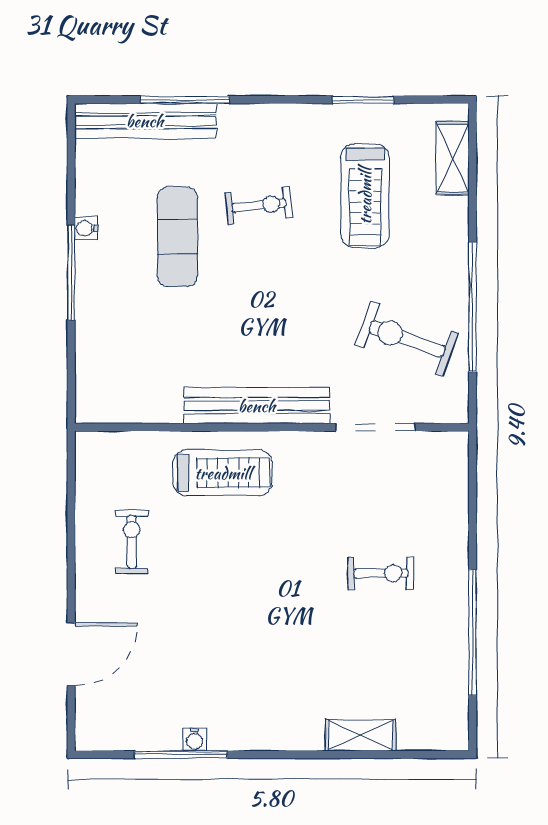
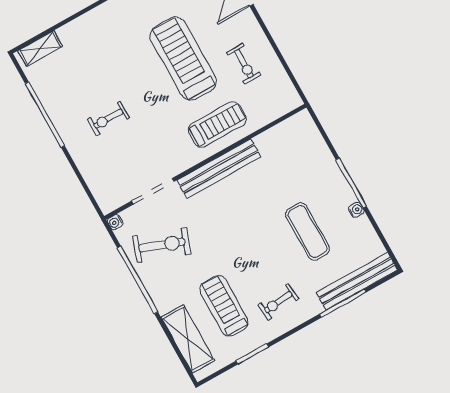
shelving: (453, 158) -> (188, 339), width x1.50, depth x1.33
exercise bike: (259, 205) -> (278, 302), moved
water cooler: (458, 412) -> (115, 222), added
treadmill: (223, 473) -> (217, 124), turned 180
treadmill: (218, 600) -> (183, 59), added
shelving: (361, 735) -> (40, 49), moved

